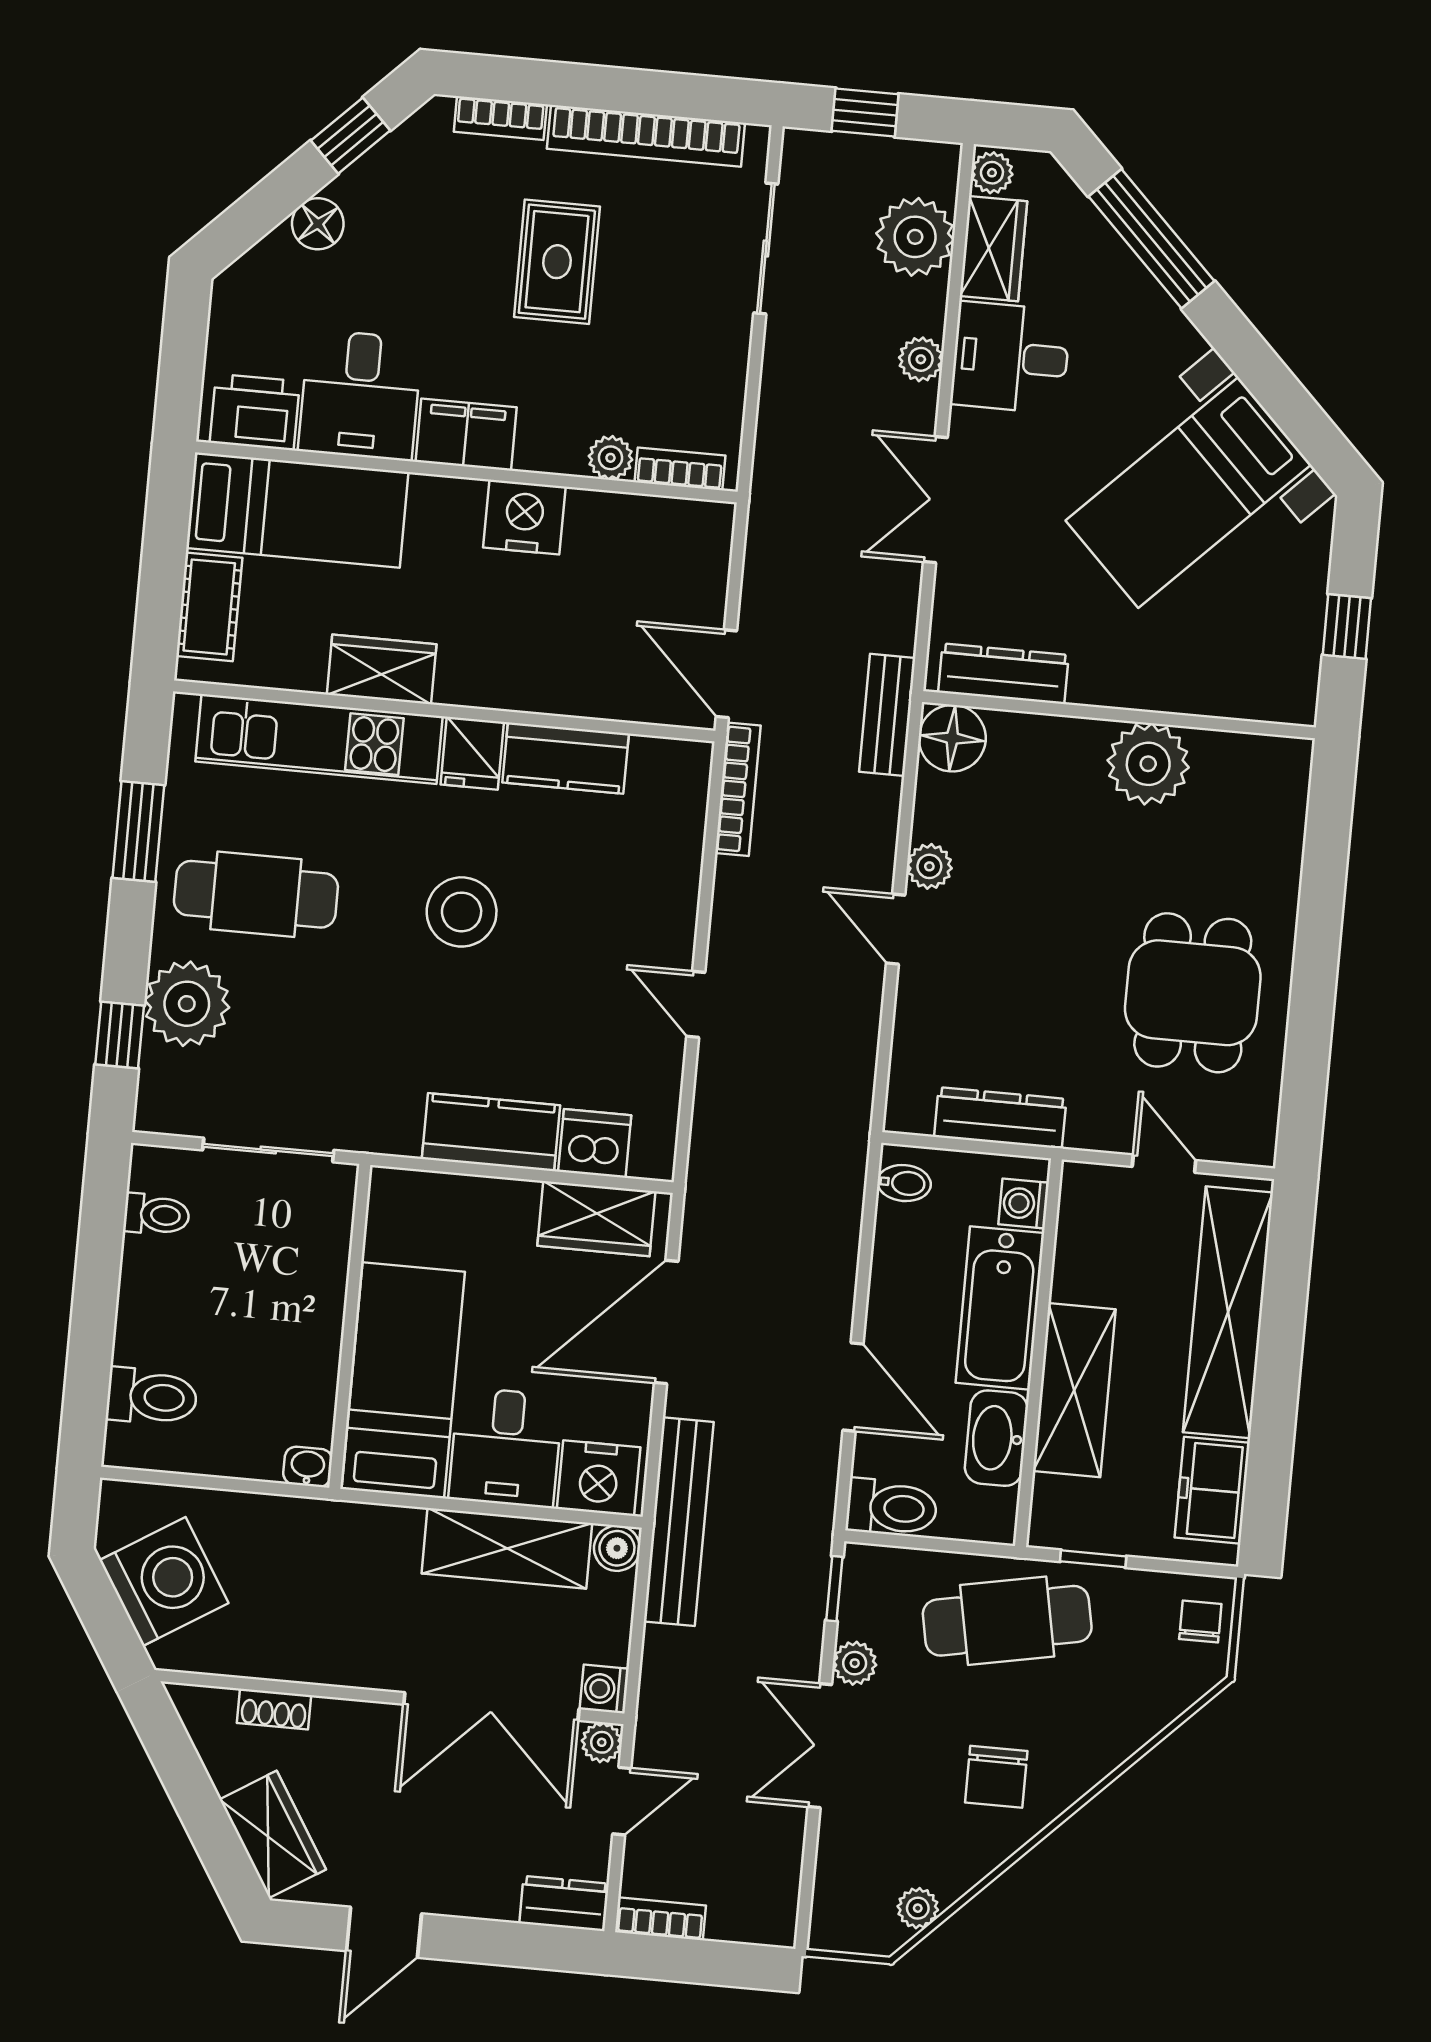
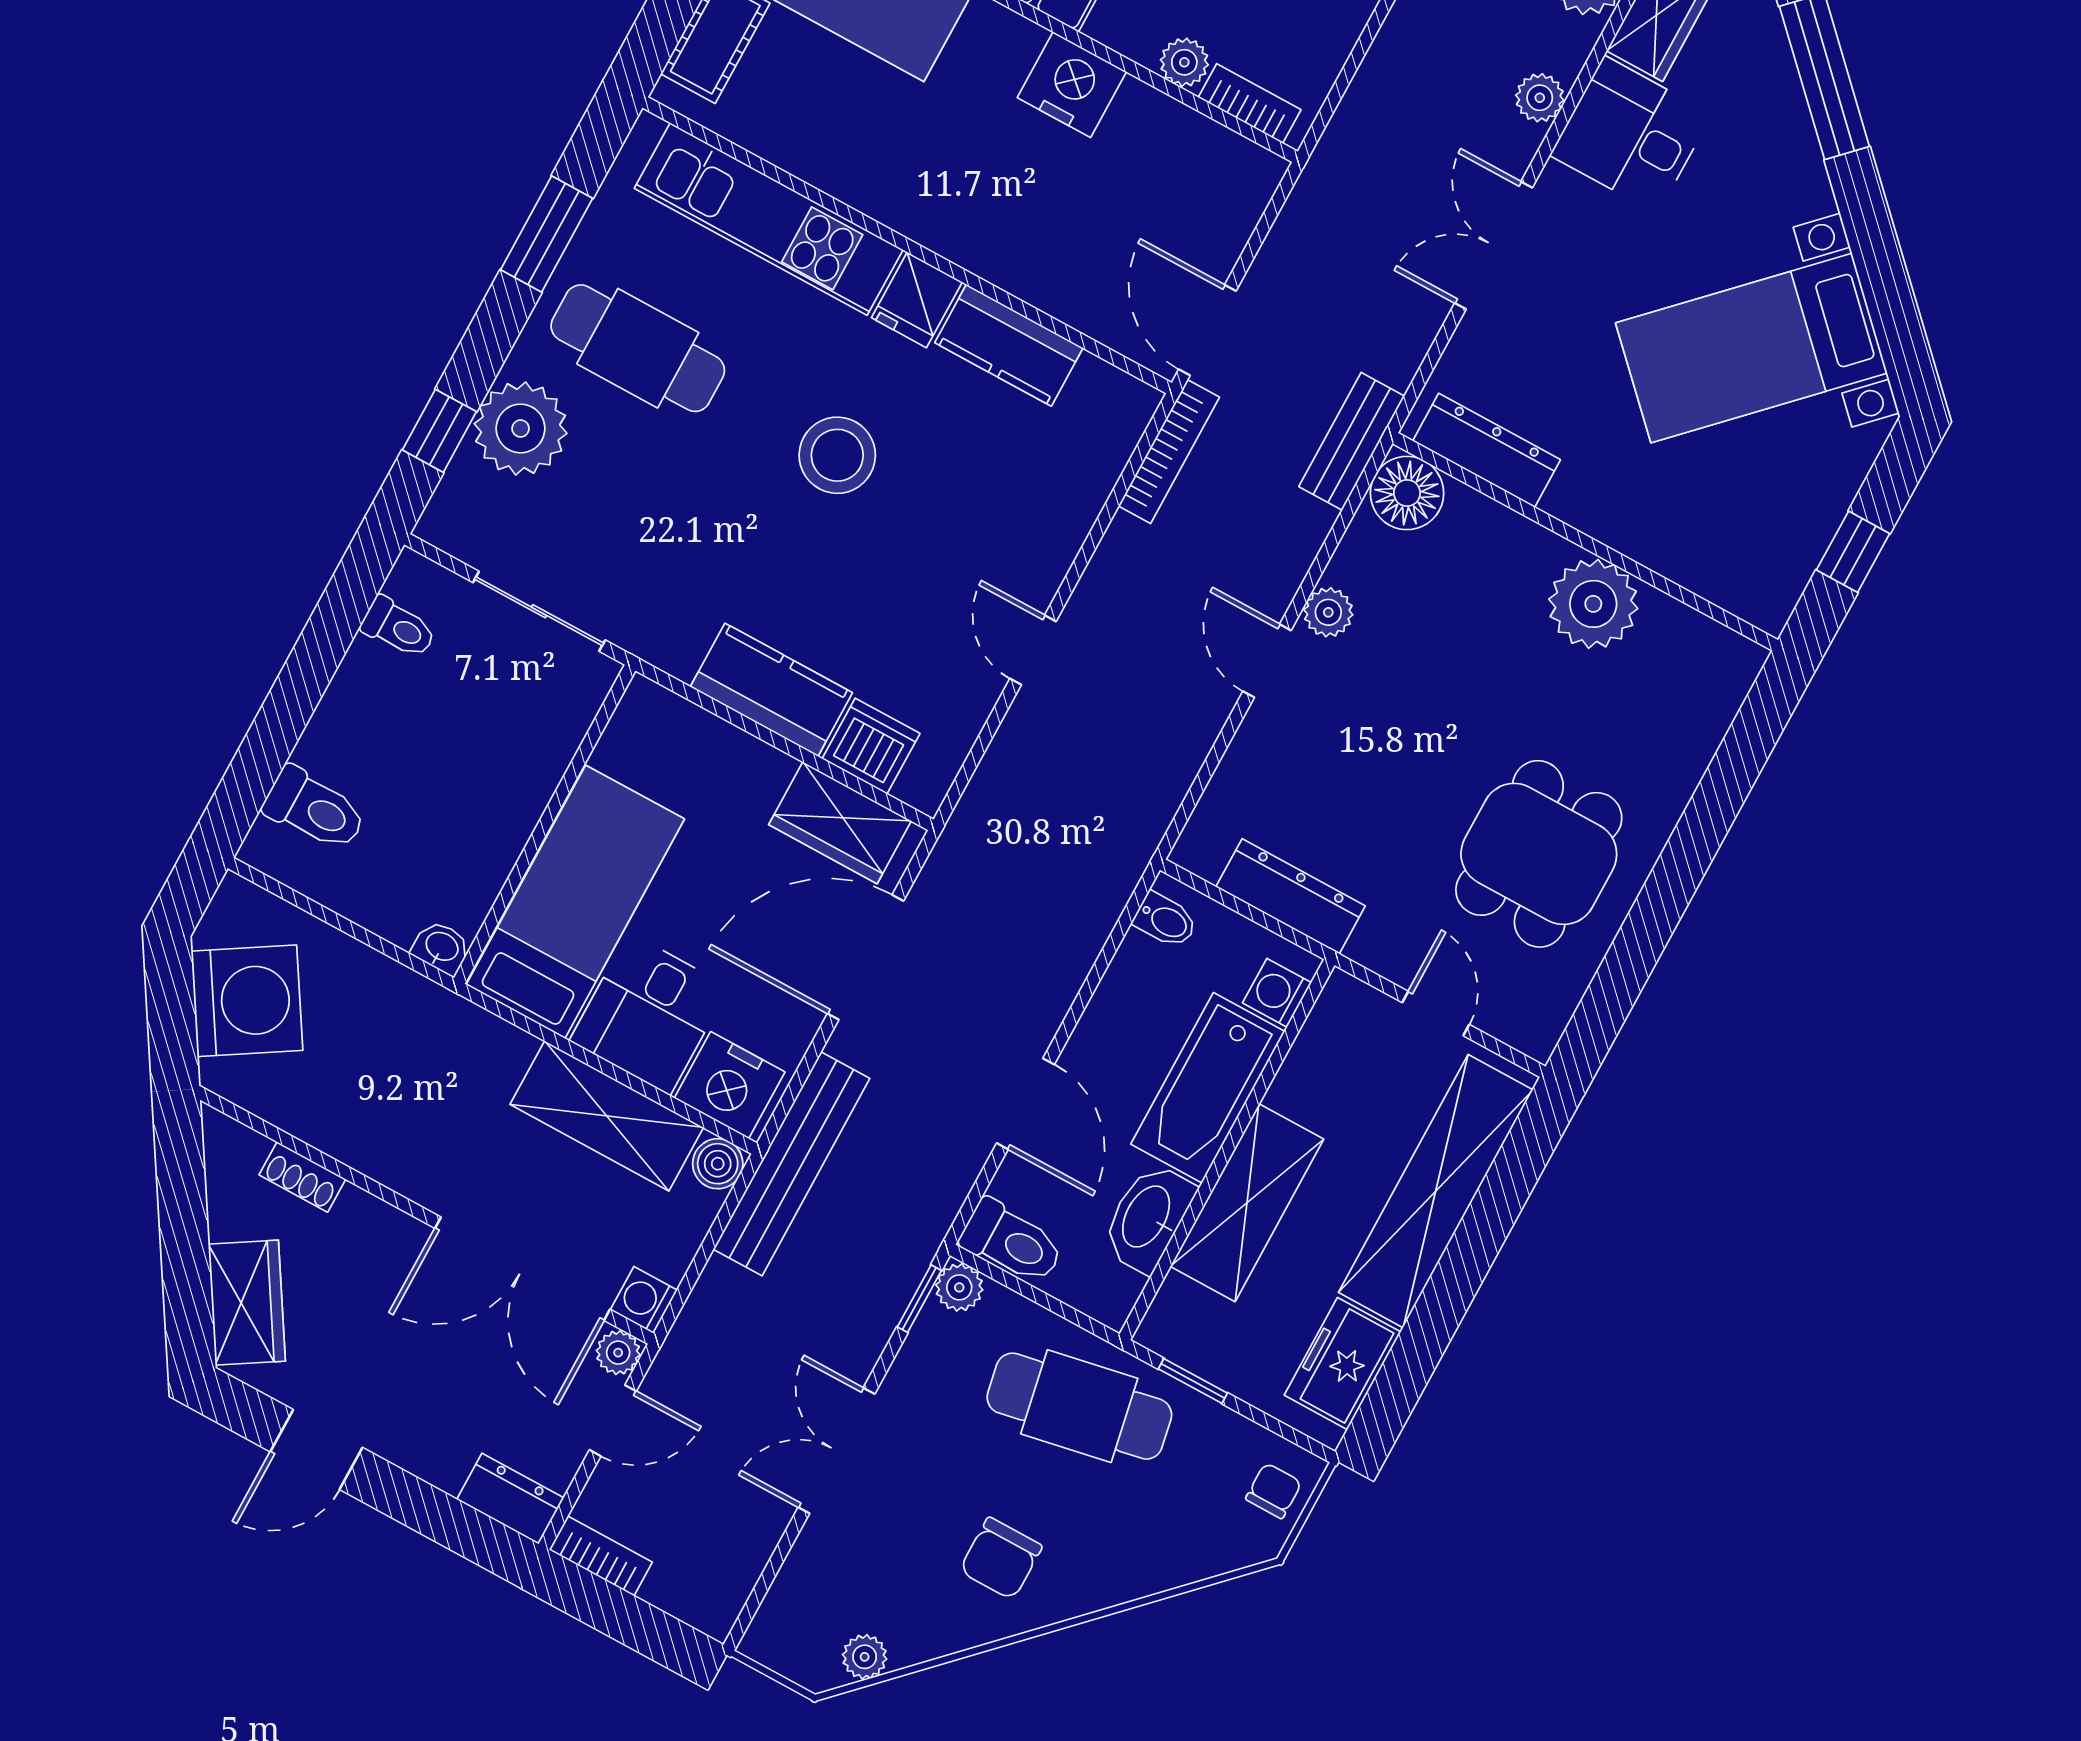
wardrobe: (382, 669) -> (862, 176), removed
plant: (855, 1663) -> (959, 1287), moved

